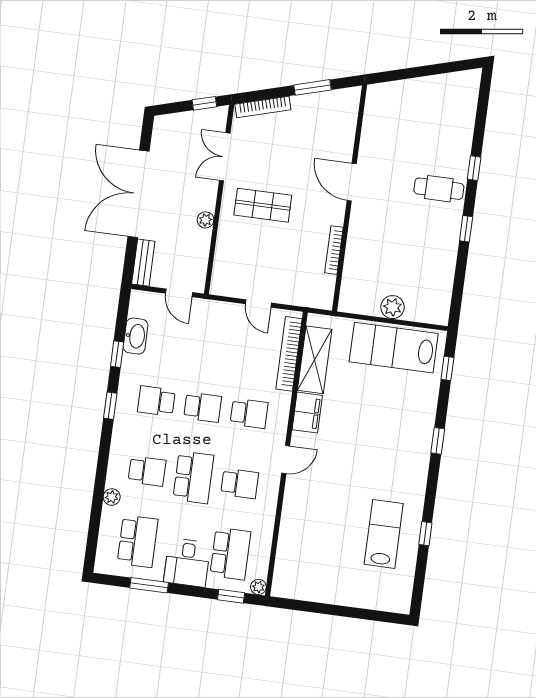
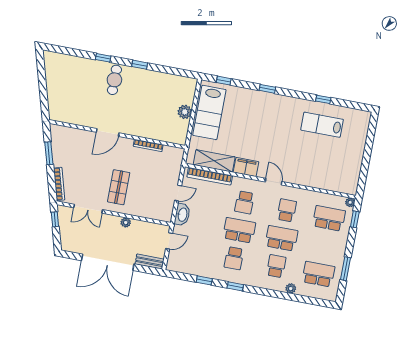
washbasin: (136, 336) -> (182, 215), moved, turned 90
school desk: (203, 407) -> (239, 230), width x1.85
school desk: (249, 413) -> (244, 202), turned 180
desk: (187, 562) -> (333, 245), removed

